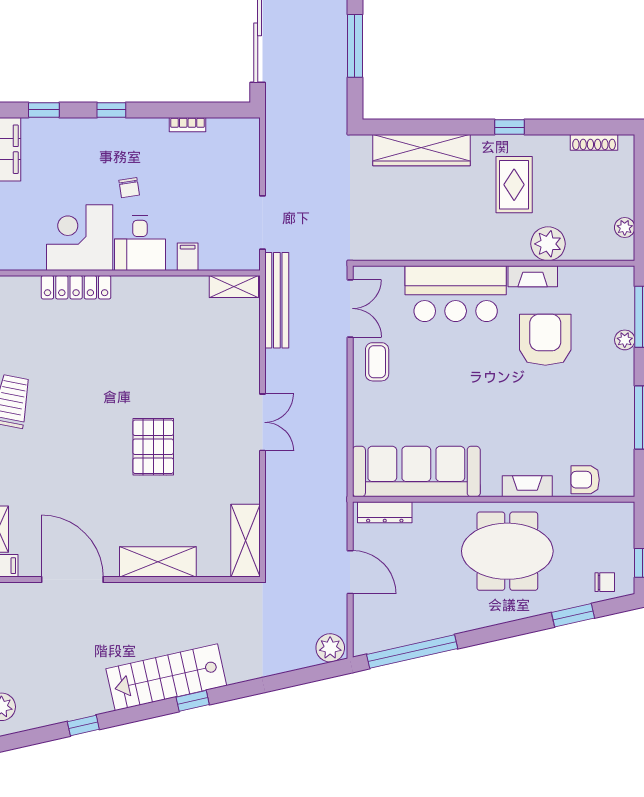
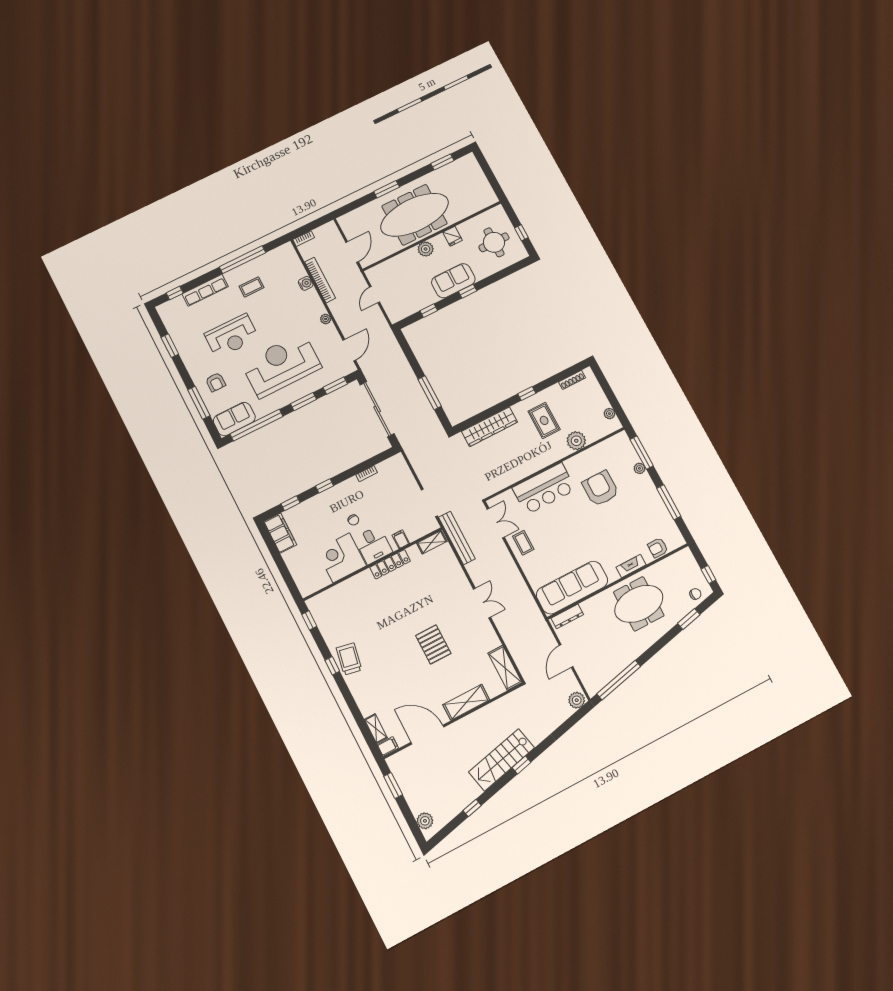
fireplace: (533, 276) -> (577, 460), removed
locker: (76, 287) -> (390, 564), moved
door: (350, 572) -> (566, 656), swing flipped

